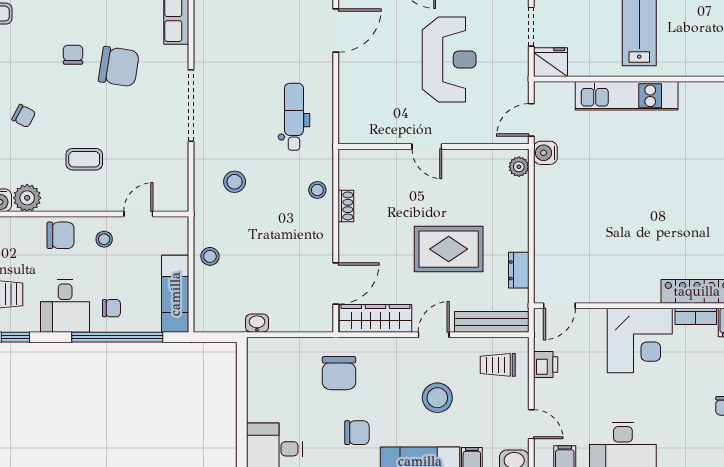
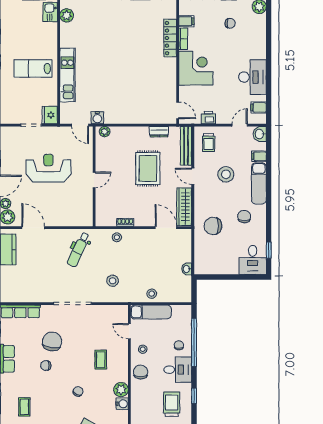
dental chair: (294, 117) -> (78, 250), turned -65
exam couch: (175, 294) -> (151, 312), moved
chair: (339, 373) -> (213, 226), turned 180

